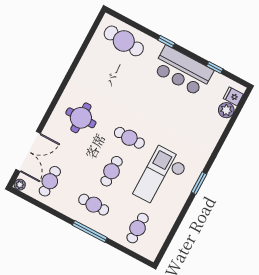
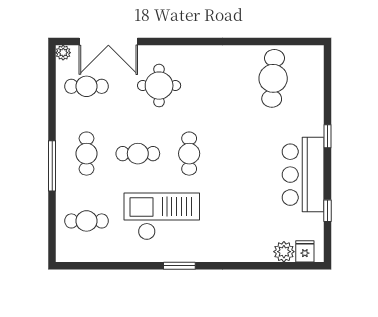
cafe table: (124, 41) -> (273, 78), moved
round table: (81, 118) -> (159, 86), moved

